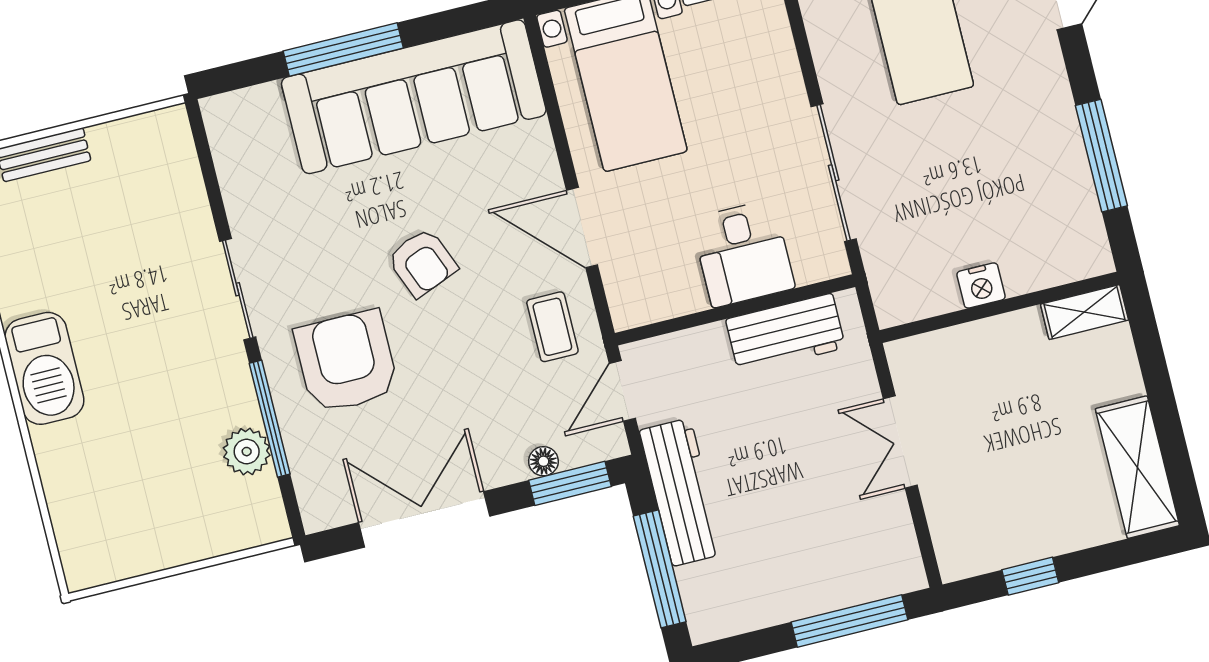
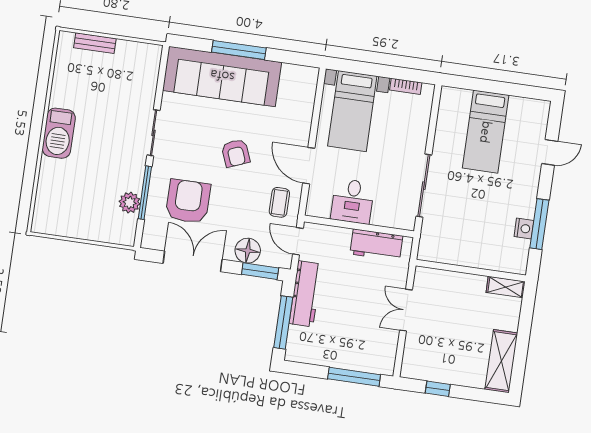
sofa: (414, 97) -> (222, 76), moved
desk: (743, 253) -> (352, 201), moved
nightstand: (981, 285) -> (524, 229), moved, turned -90
armchair: (346, 362) -> (188, 201), moved
door: (622, 391) -> (298, 241), hinge flipped
floor lamp: (543, 461) -> (248, 251), width x1.89, depth x1.89

